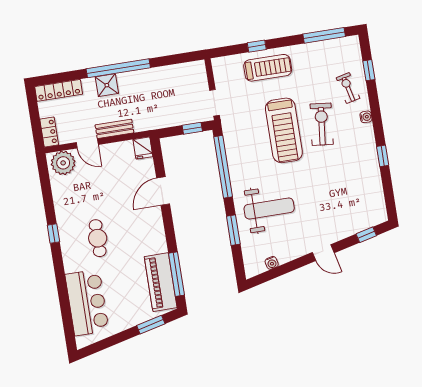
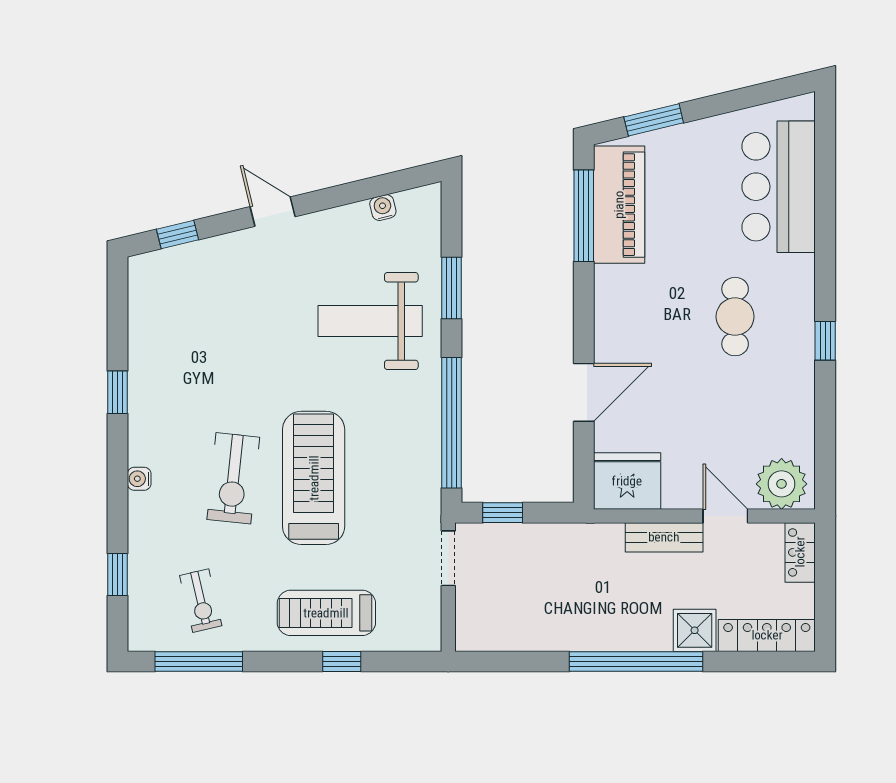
shower: (107, 85) -> (695, 630), moved
exercise bike: (348, 88) -> (201, 601), moved
fridge: (143, 148) -> (627, 481), width x1.88, depth x1.34

